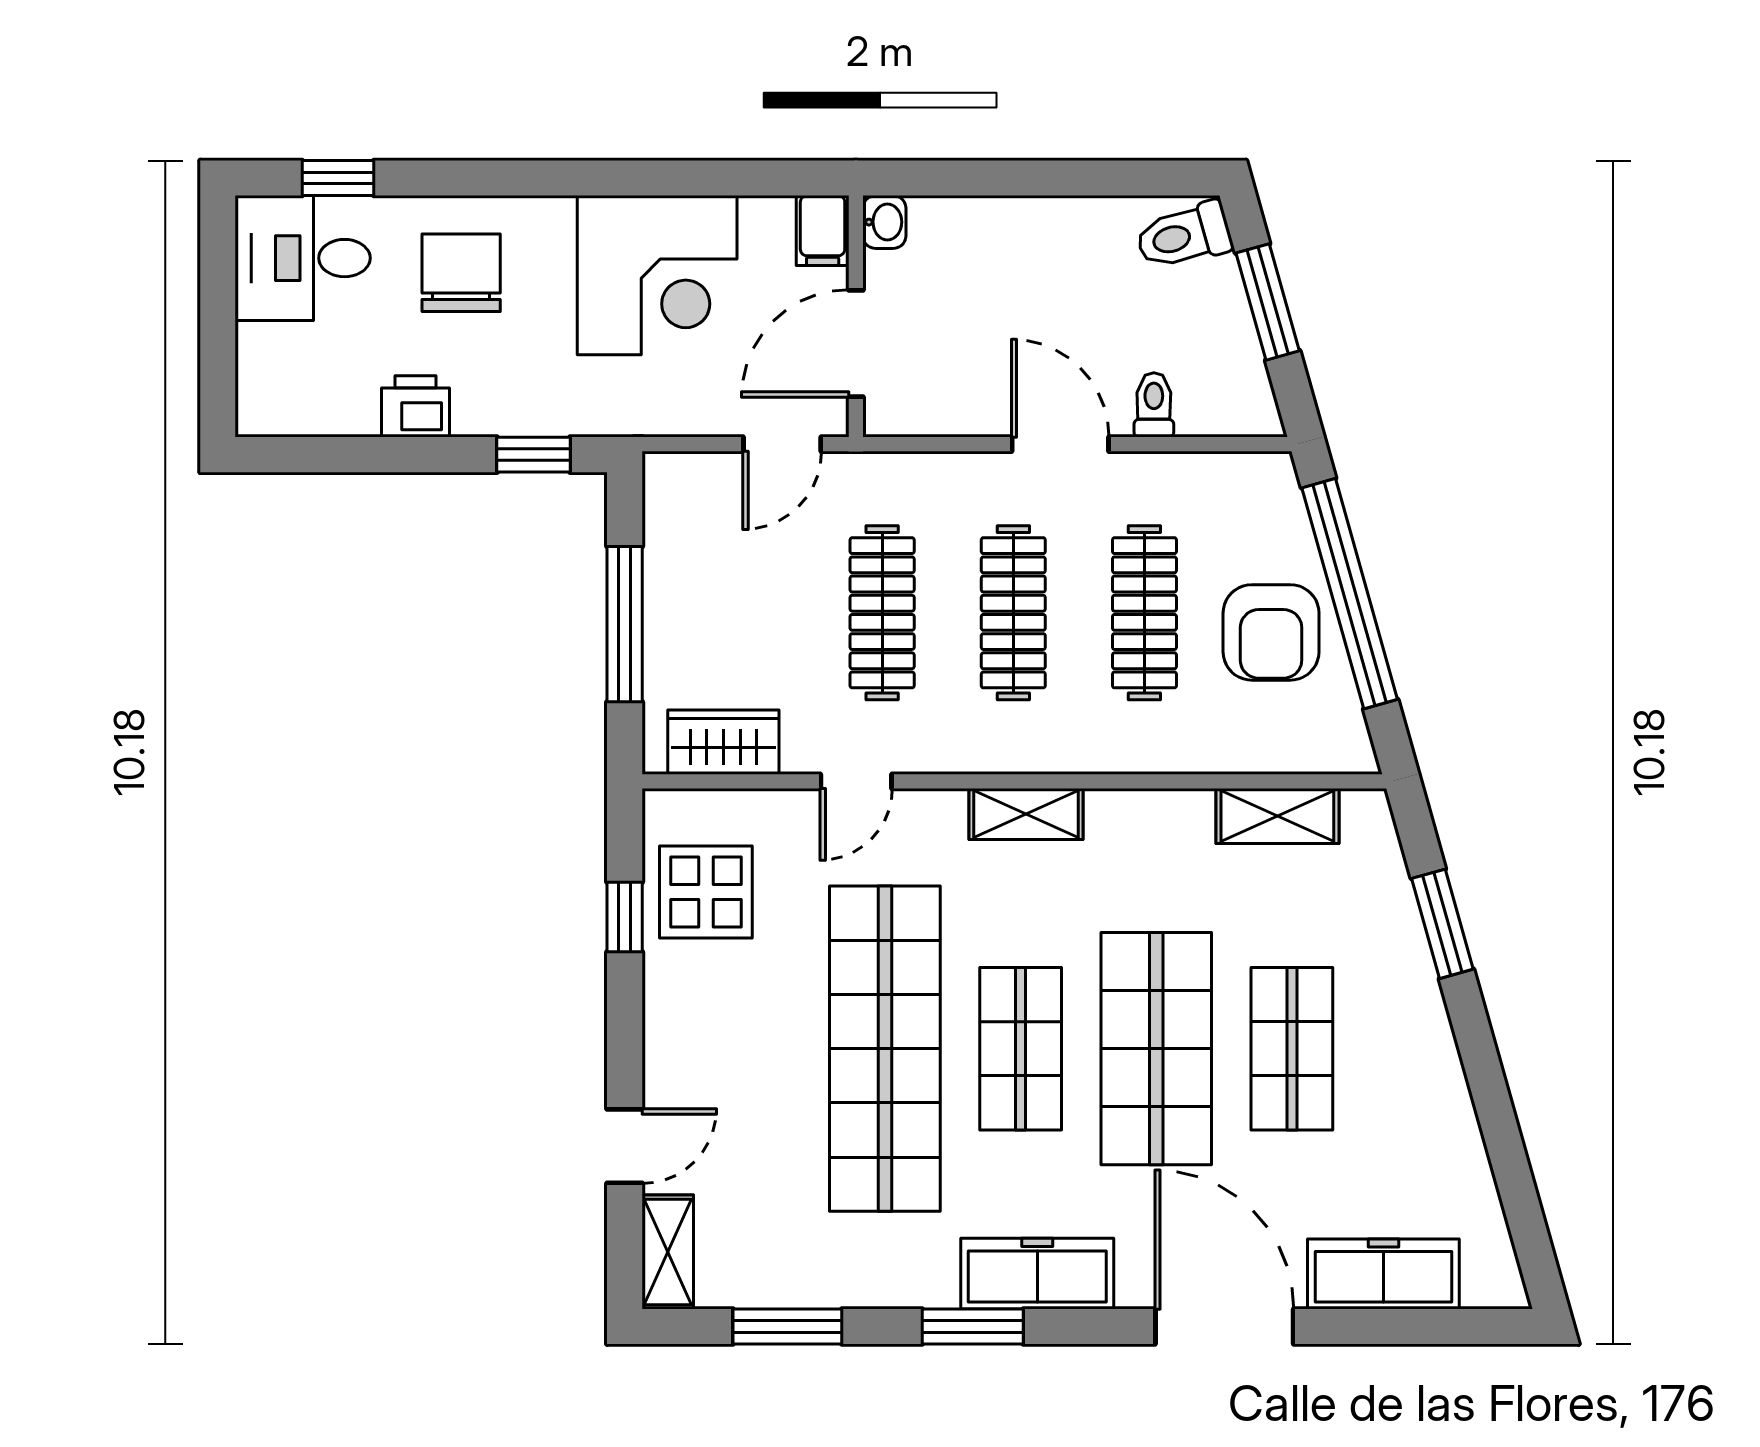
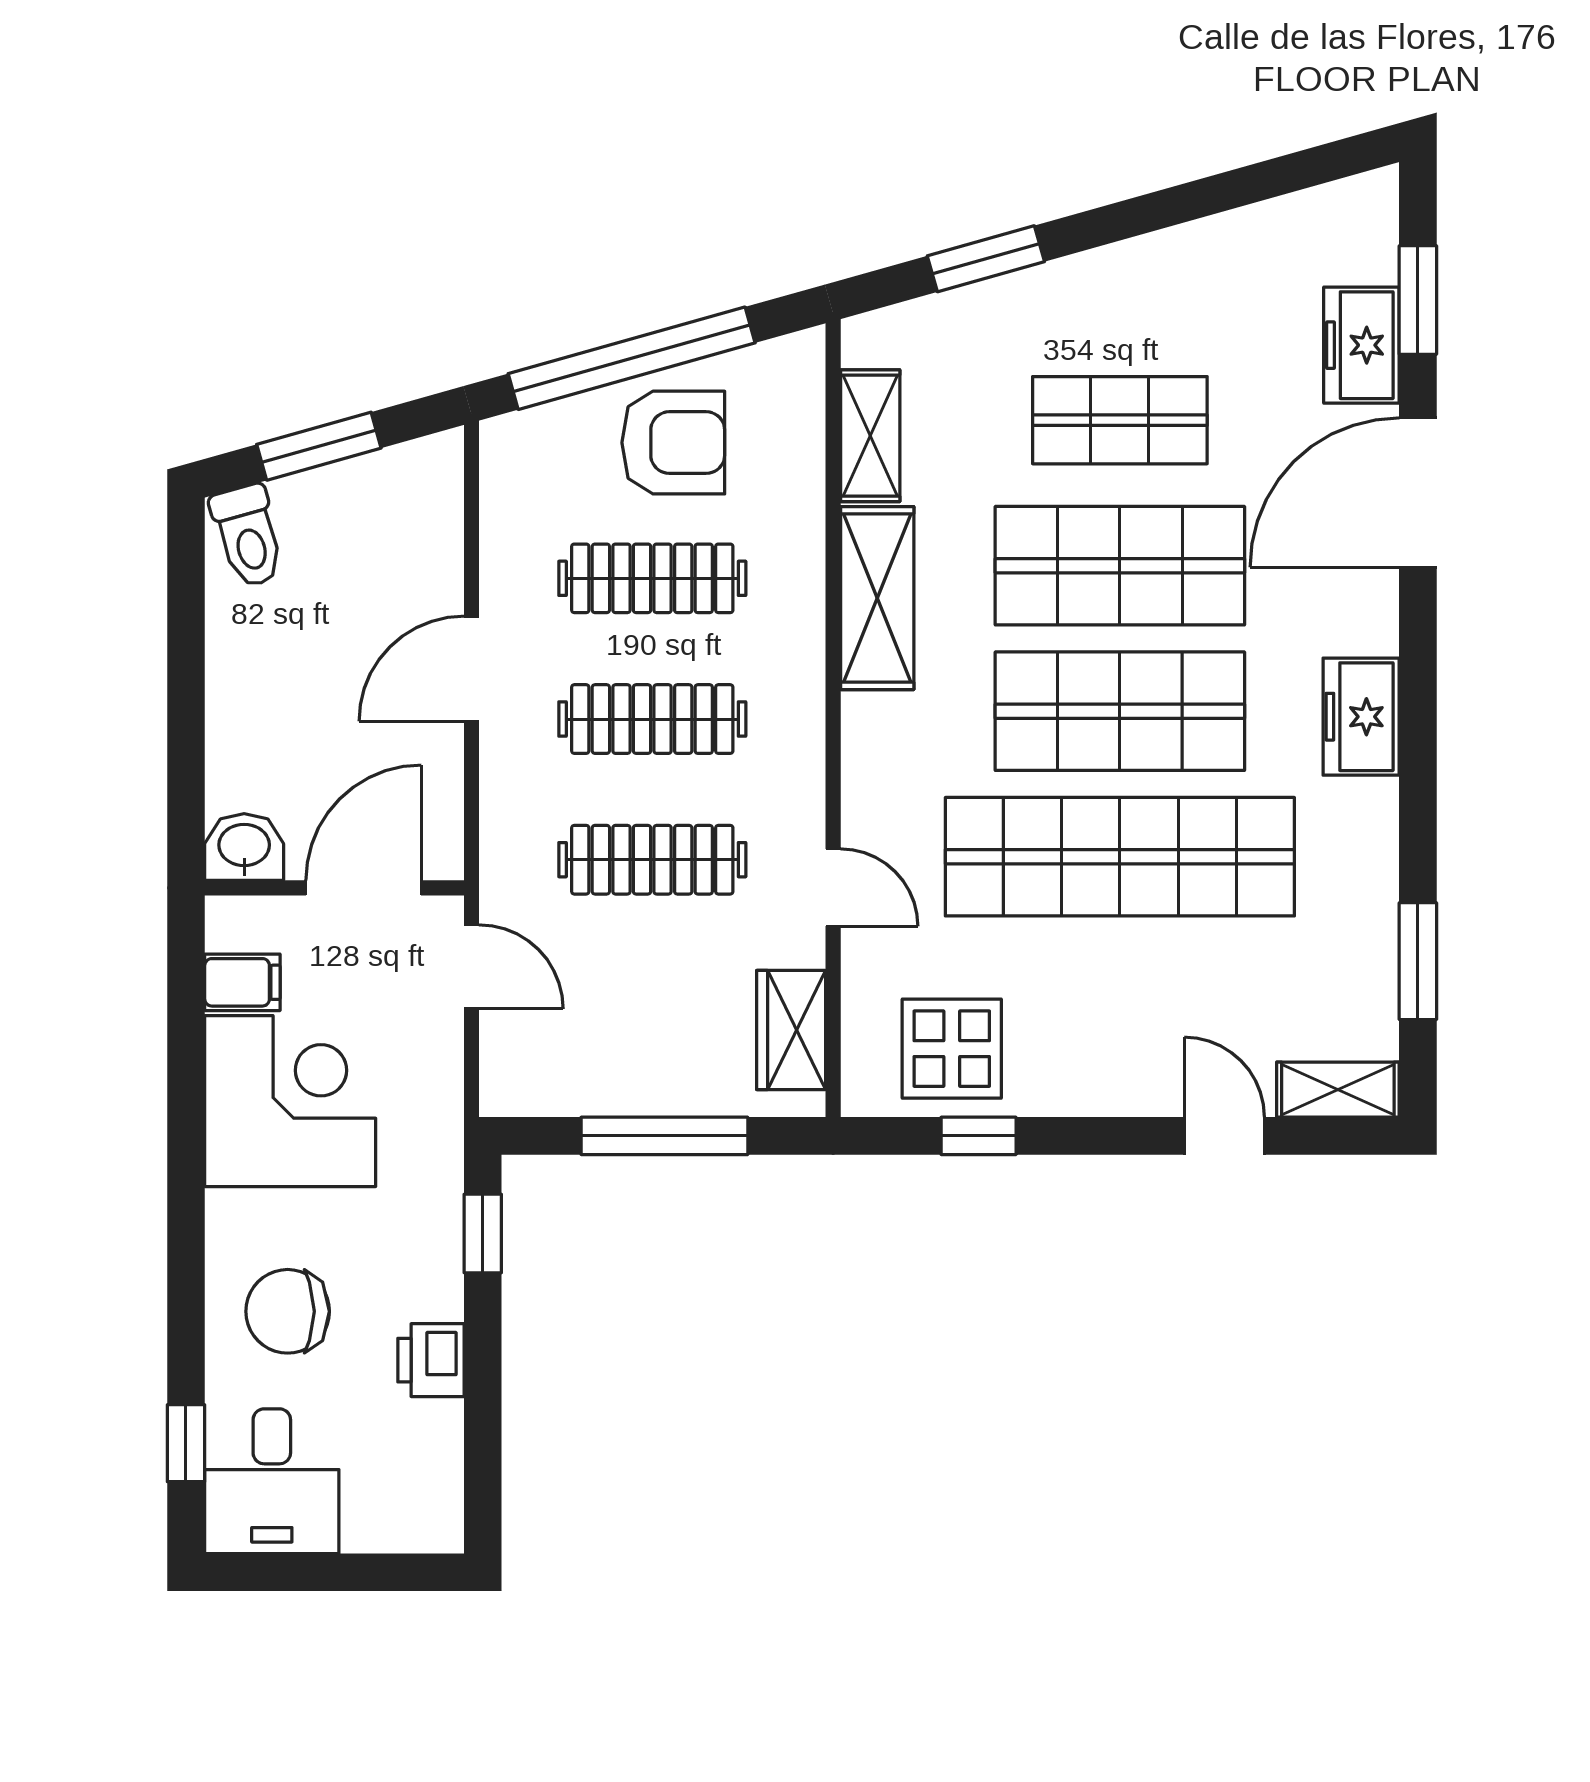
washbasin: (884, 222) -> (244, 847), width x1.38, depth x1.45
filing cabinet: (823, 231) -> (242, 982), moved
door: (856, 344) -> (363, 888), swing flipped
toilet: (1154, 405) -> (429, 568), removed
shelving: (1026, 814) -> (877, 598), moved, width x1.50, depth x1.33
shop shelf: (1021, 1049) -> (1120, 711), width x1.43, depth x1.36
freezer: (1037, 1274) -> (1361, 717), width x0.71
freezer: (1383, 1274) -> (1361, 345), width x0.71
window: (973, 1327) -> (1418, 300), moved

